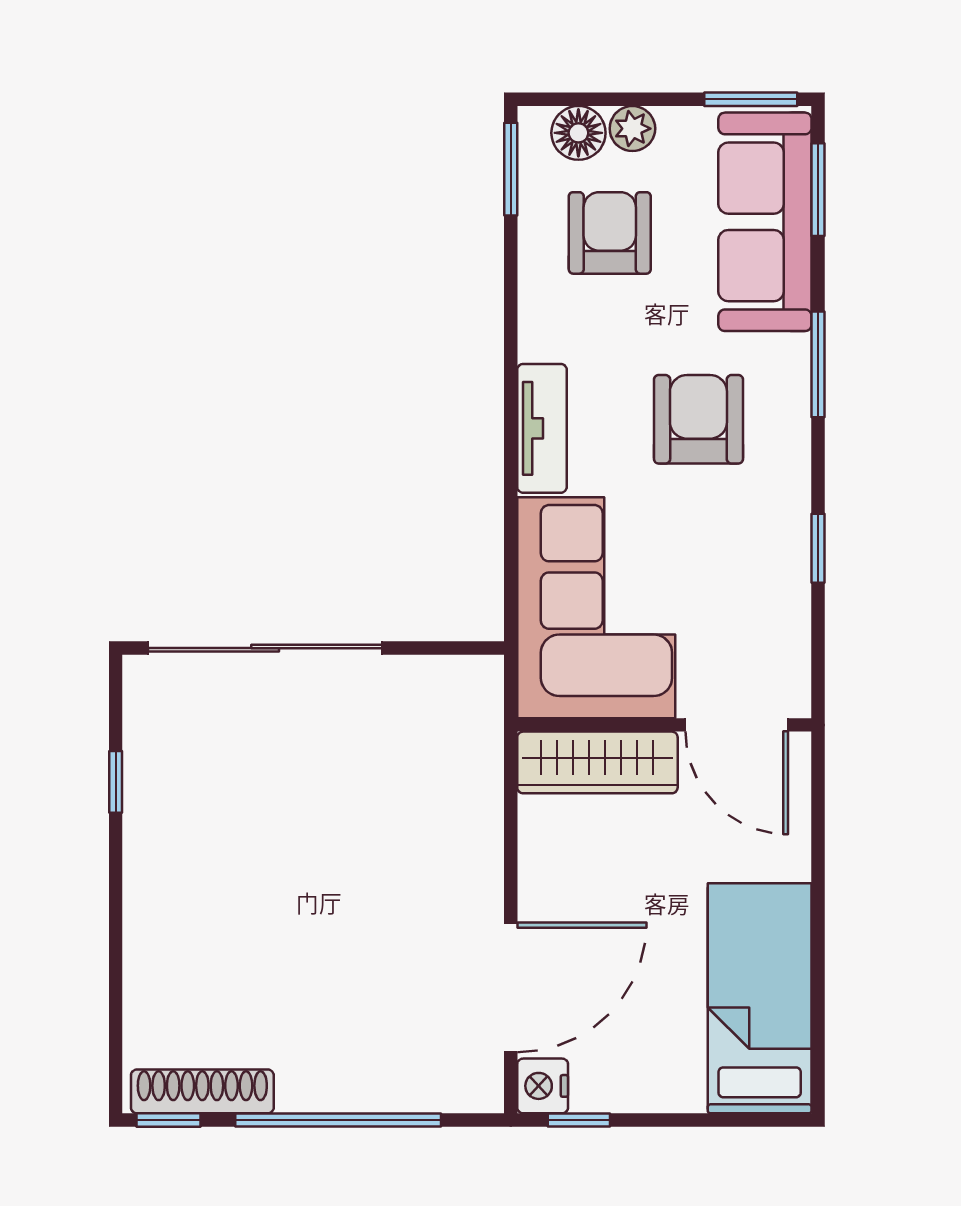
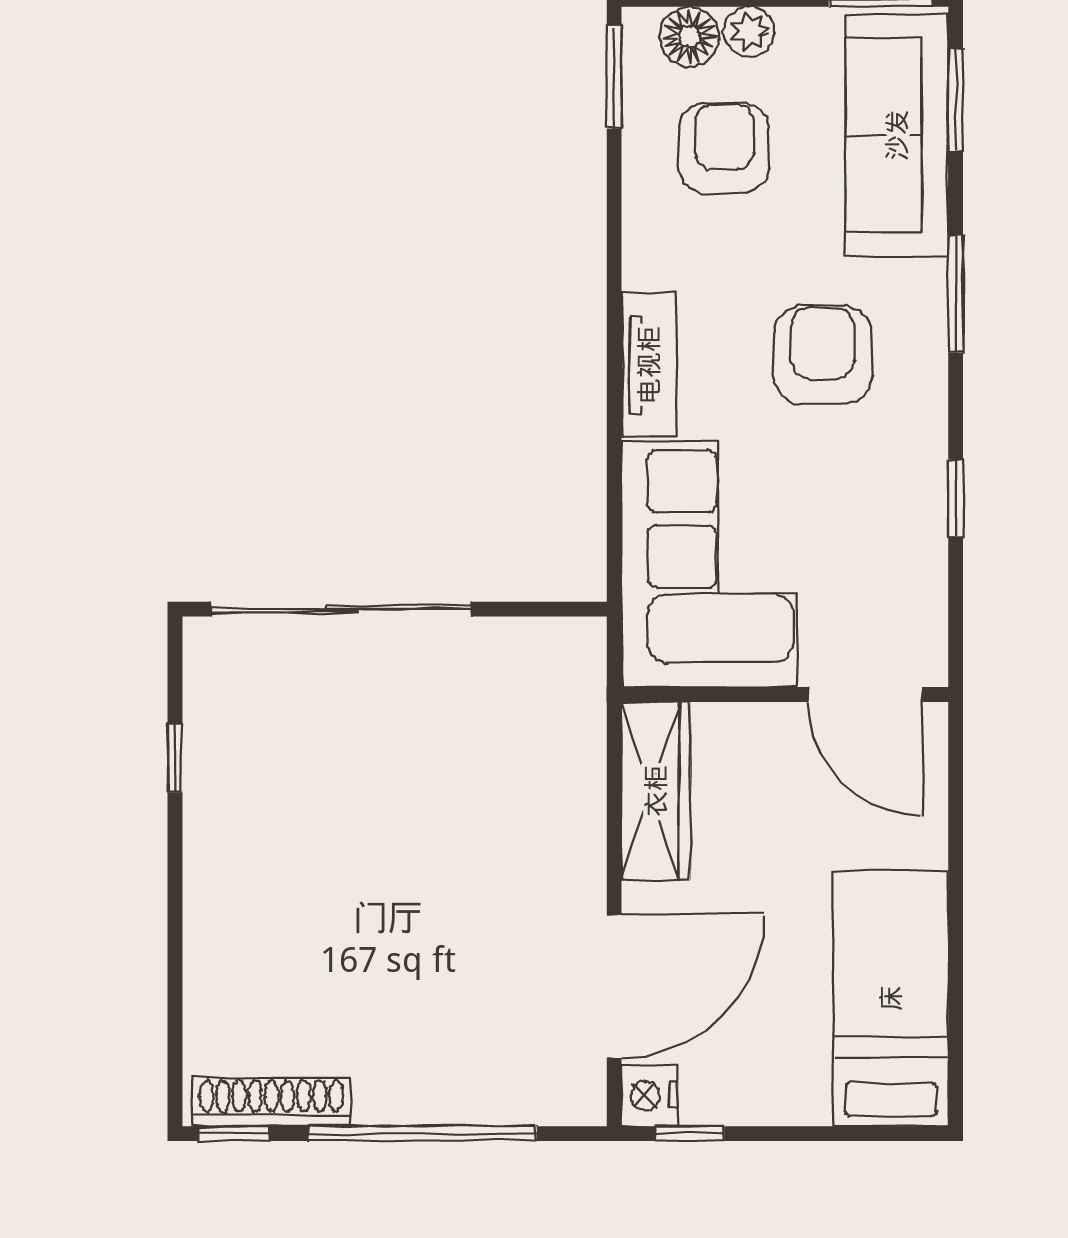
wardrobe: (597, 762) -> (656, 791), moved, turned -90

